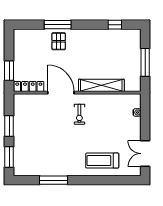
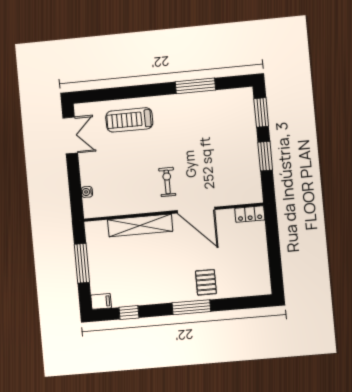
window: (58, 25) -> (191, 307), moved
filing cabinet: (134, 34) -> (101, 301), added
window: (9, 71) -> (272, 235), removed
locker: (29, 86) -> (250, 214), width x0.66
treadmill: (102, 161) -> (129, 120), turned 180

